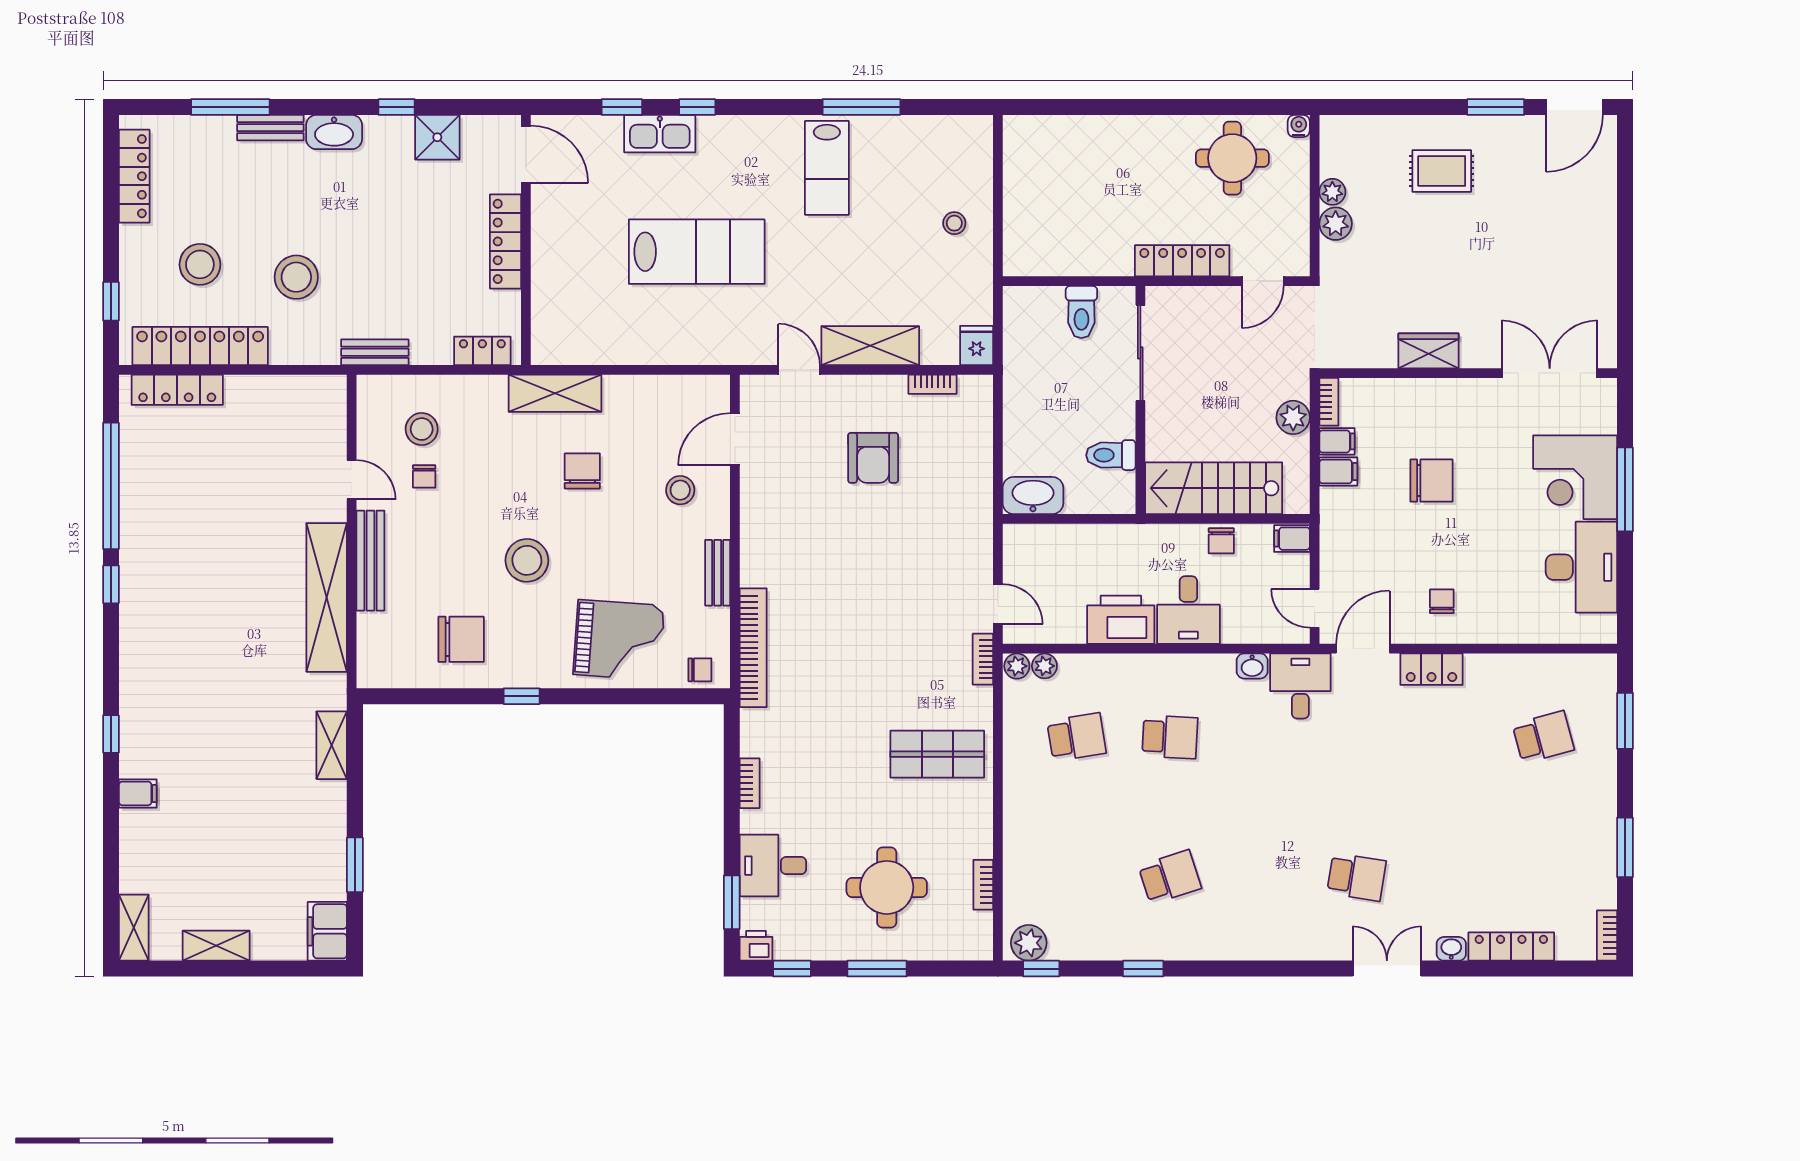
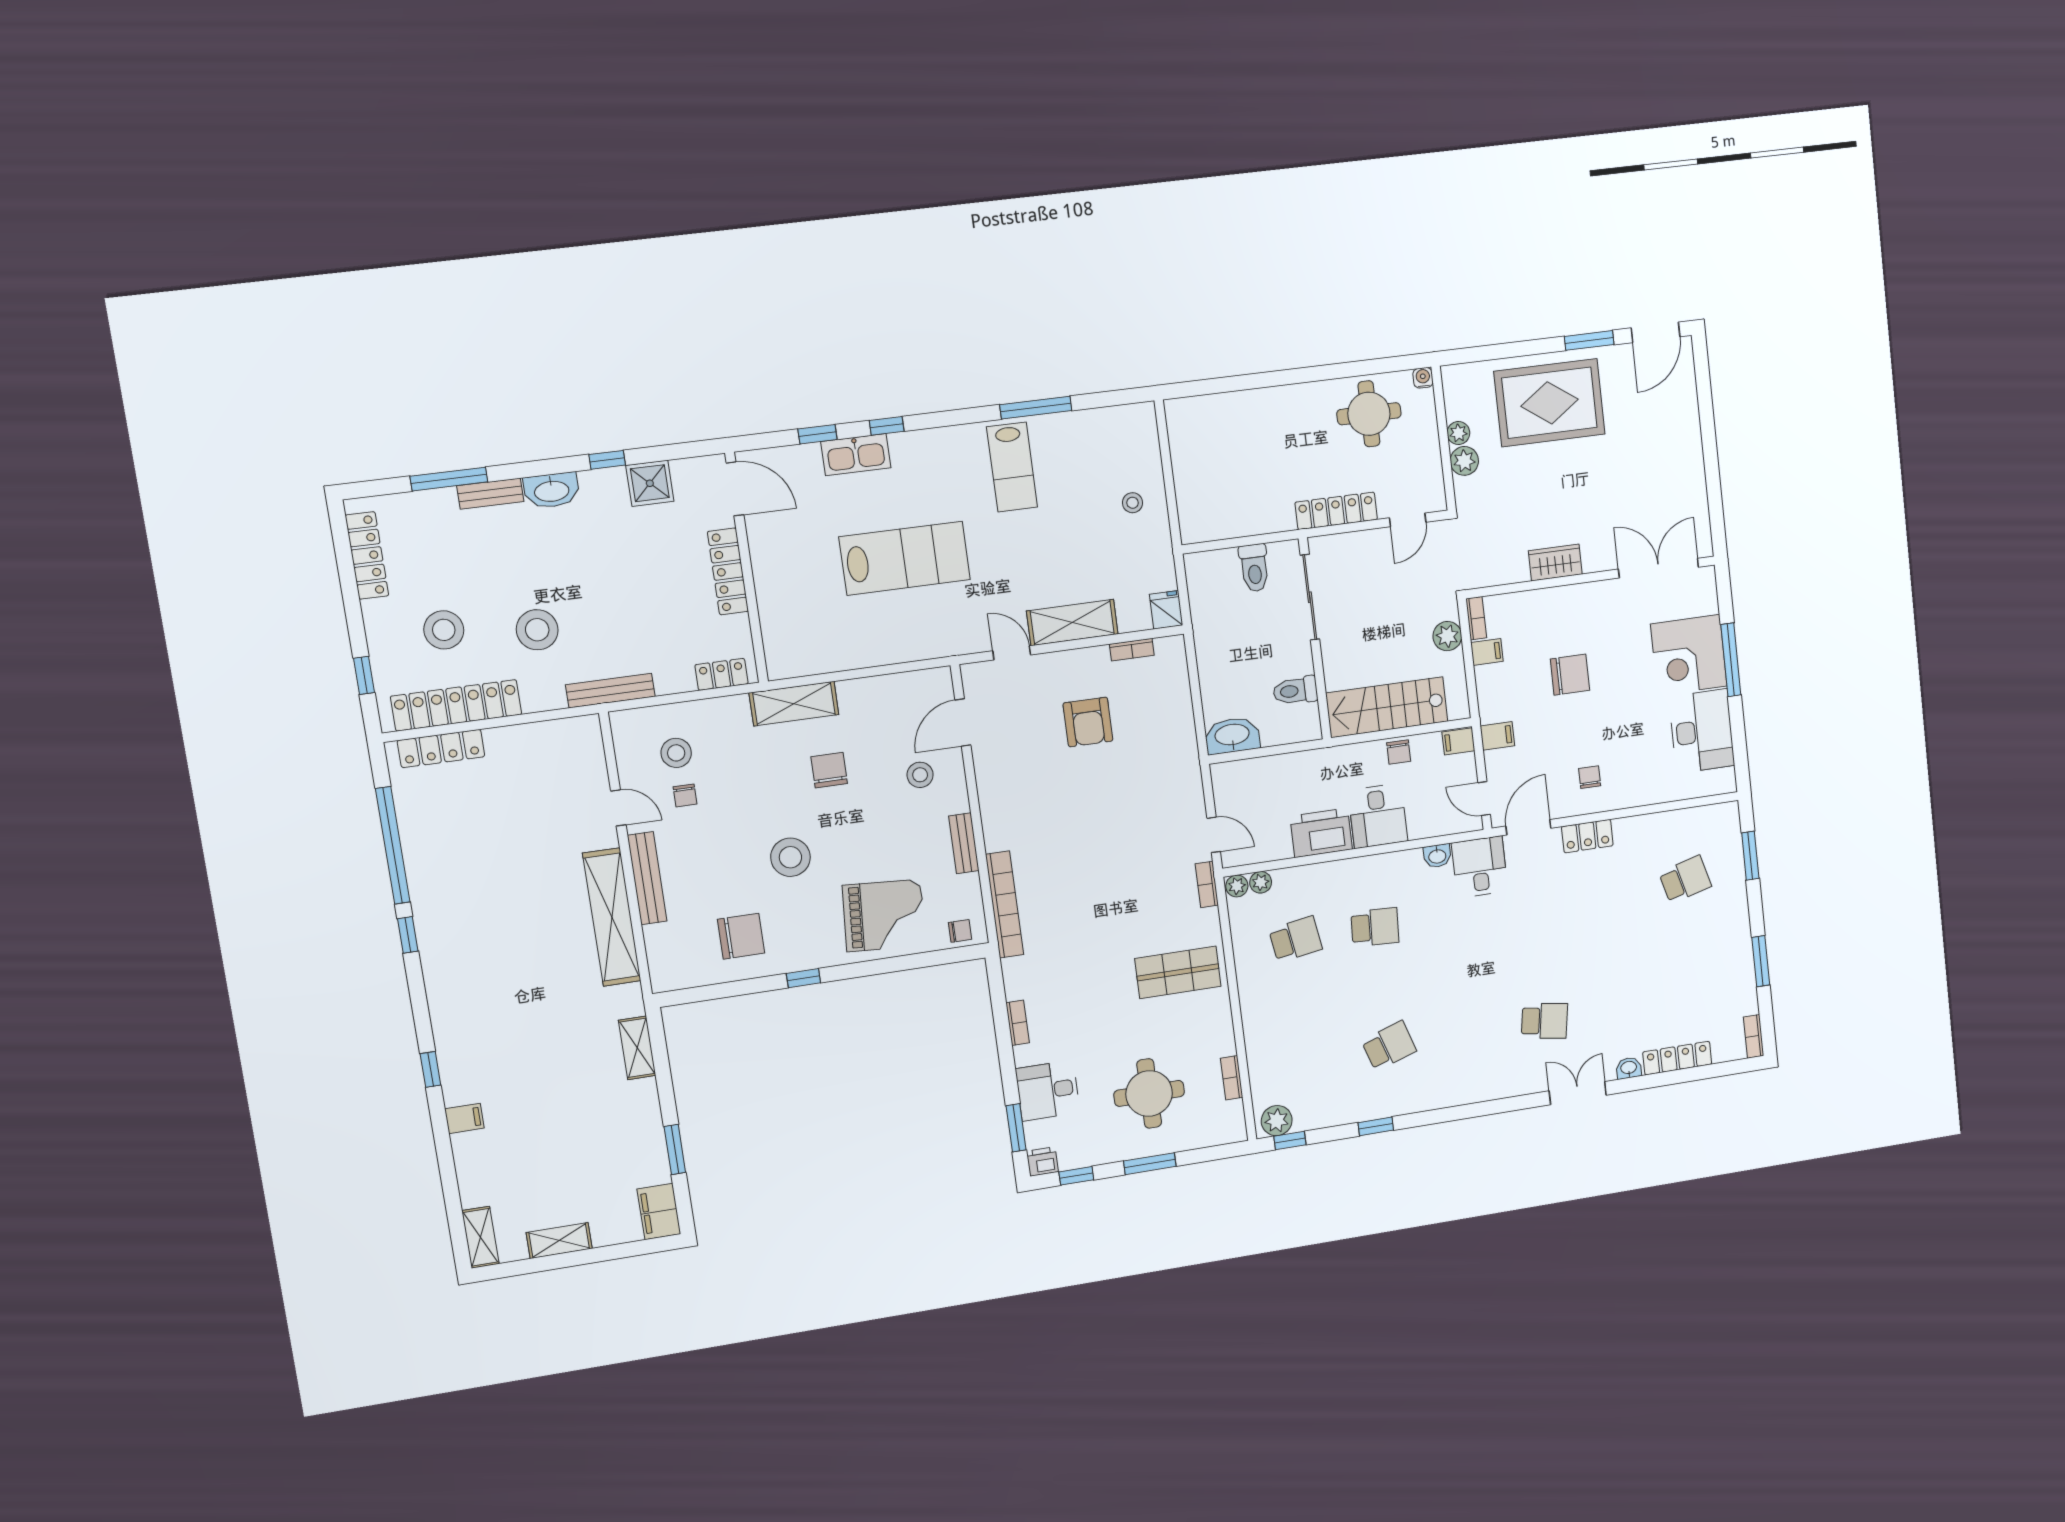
rug: (1442, 171) -> (1549, 403), width x1.86, depth x2.06
bench: (375, 352) -> (610, 691), width x1.36
filing cabinet: (1338, 472) -> (1497, 736), moved

